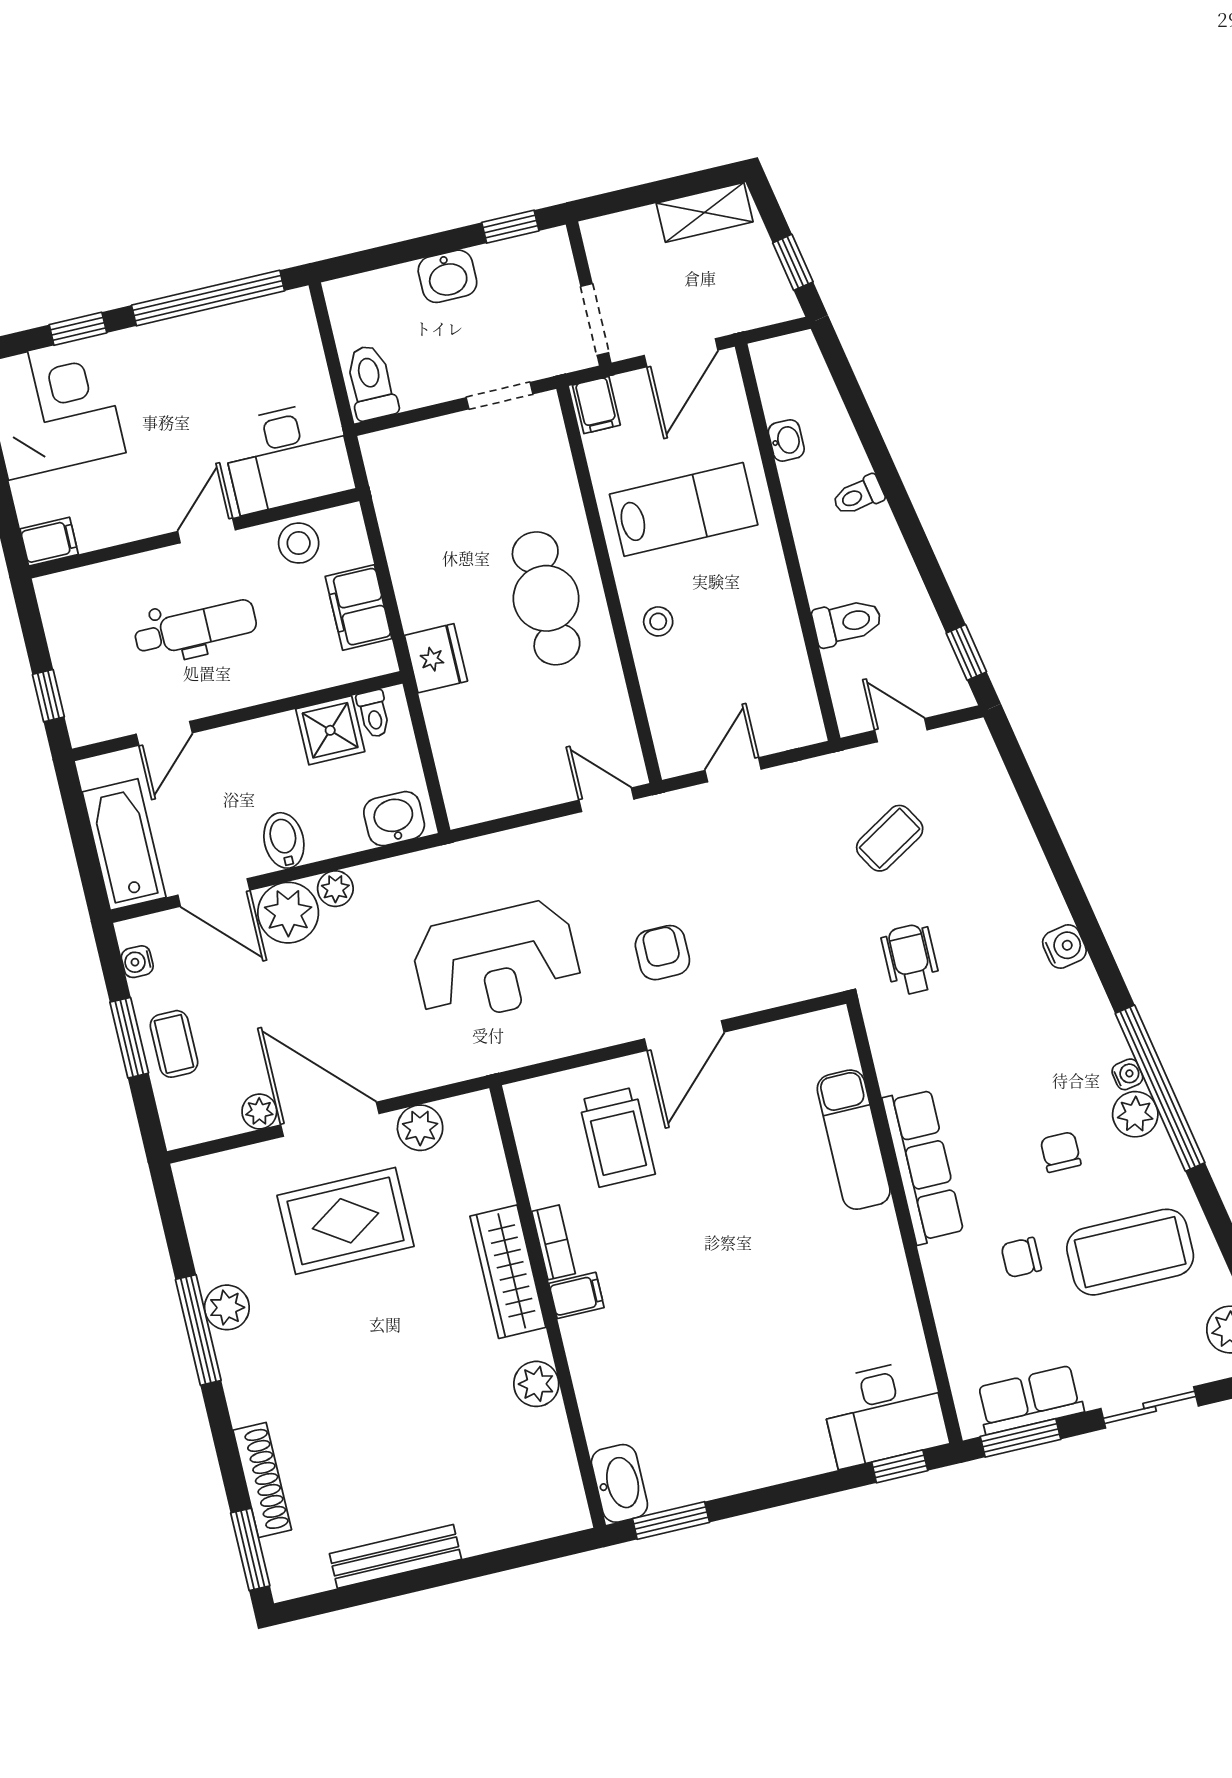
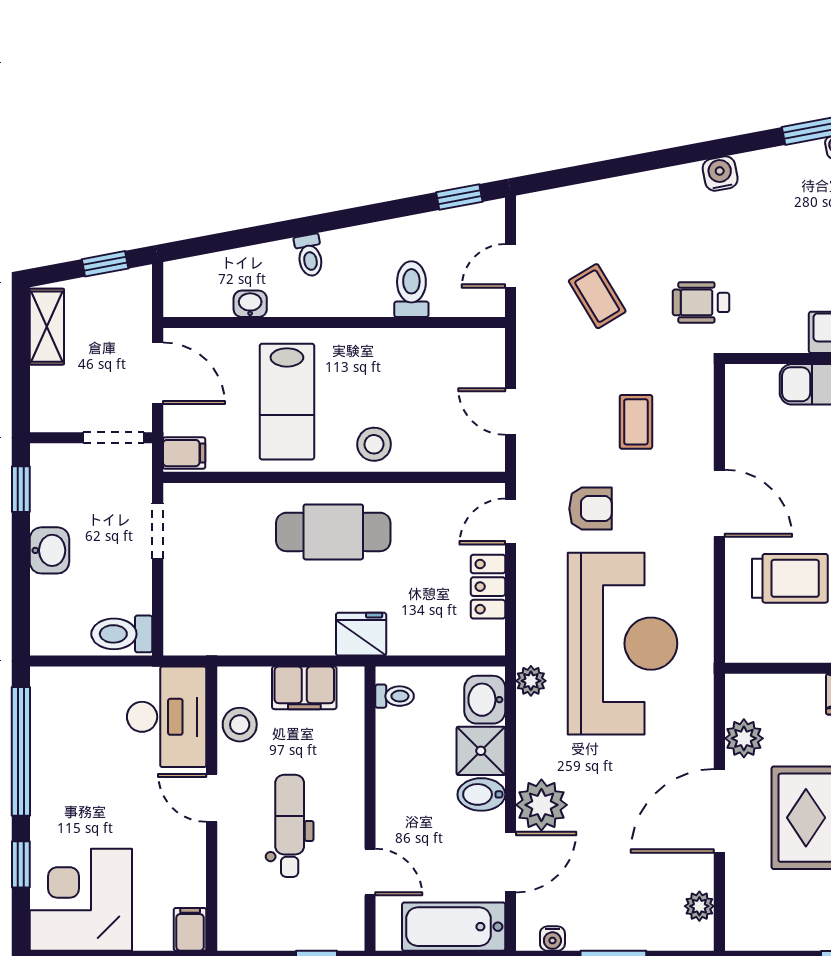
lab bench: (684, 509) -> (287, 402), turned 180
stool: (658, 621) -> (374, 444), width x1.37, depth x1.37
shower: (330, 730) -> (481, 751), moved
locker: (525, 792) -> (488, 587), added
plant: (335, 889) -> (531, 681), moved
armchair: (662, 953) -> (590, 509), moved, turned 180
reception desk: (496, 962) -> (622, 644), width x1.36, depth x1.30
coffee table: (174, 1044) -> (636, 422), moved, turned 90
plant: (259, 1111) -> (699, 906), moved

